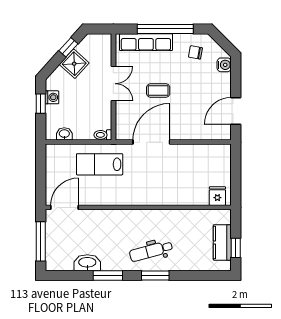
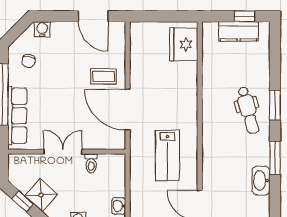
coffee table: (158, 91) -> (104, 76), moved, turned 90
toilet: (103, 135) -> (91, 163), moved
lab bench: (100, 164) -> (167, 155), moved
fridge: (217, 196) -> (184, 44), width x1.88, depth x1.34

